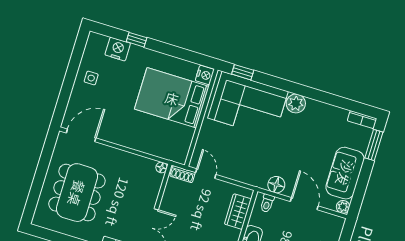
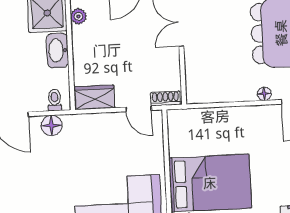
floor lamp: (161, 167) -> (264, 94), moved
wardrobe: (238, 212) -> (94, 97), moved, turned -90

